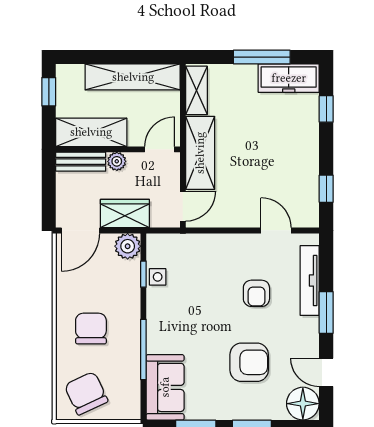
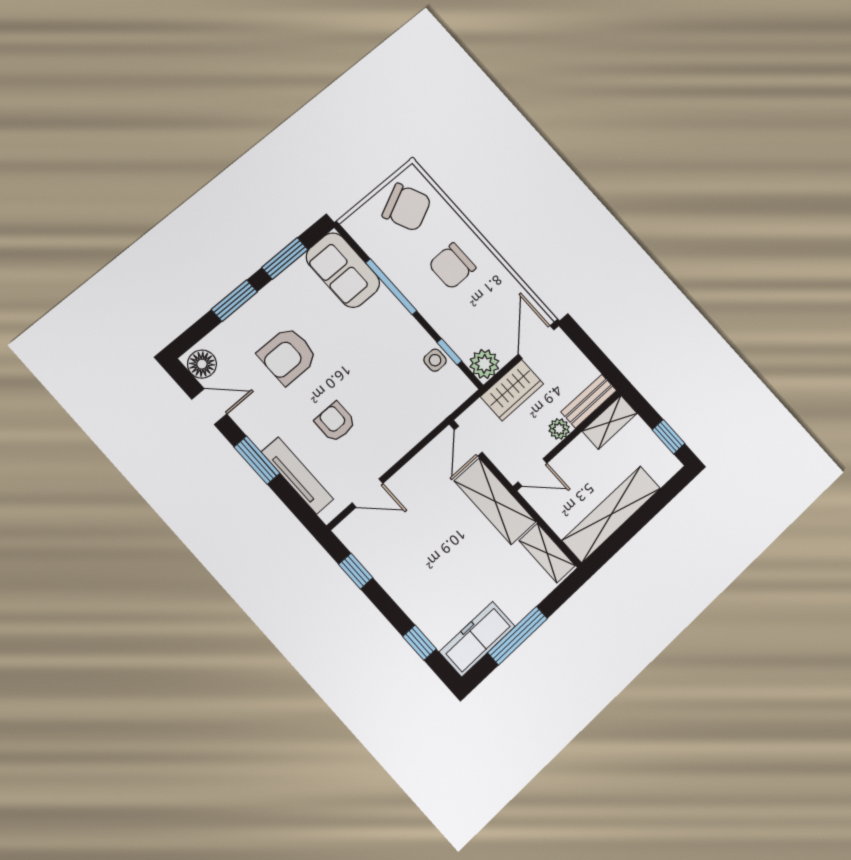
shelving: (91, 132) -> (610, 422), width x0.67, depth x0.75
door: (159, 149) -> (532, 472), hinge flipped
chair: (91, 329) -> (452, 266), turned 90
floor lamp: (303, 404) -> (202, 364), width x0.73, depth x0.73

